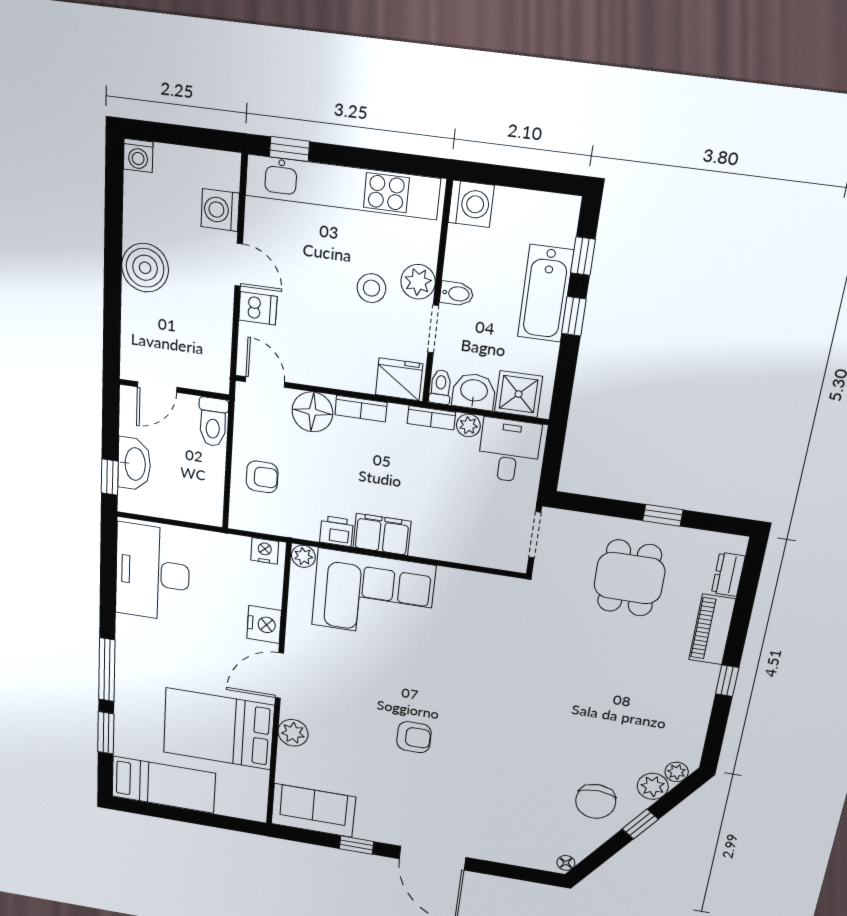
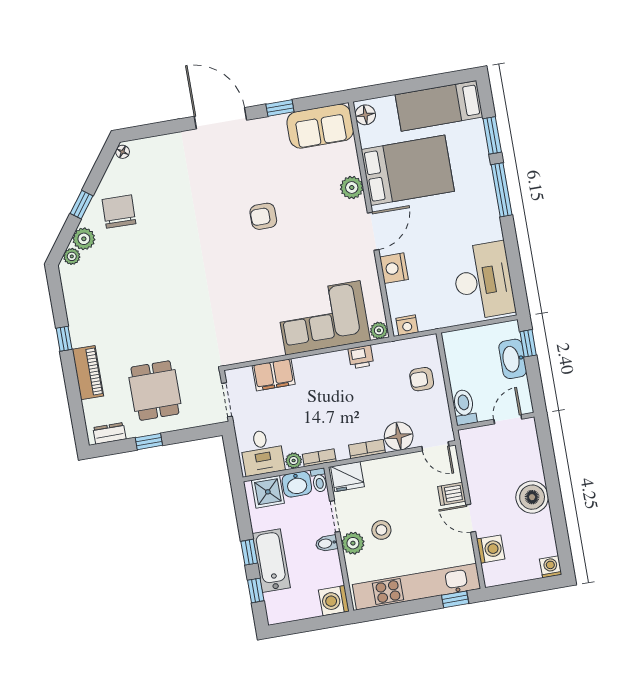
filing cabinet: (382, 534) -> (274, 375), moved
dresser: (728, 574) -> (109, 433), moved, turned -90
floor lamp: (255, 804) -> (365, 115), added

